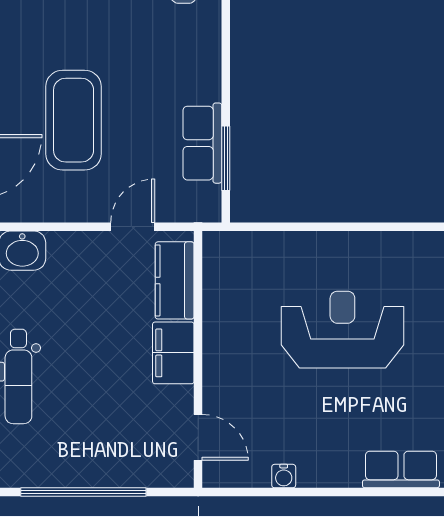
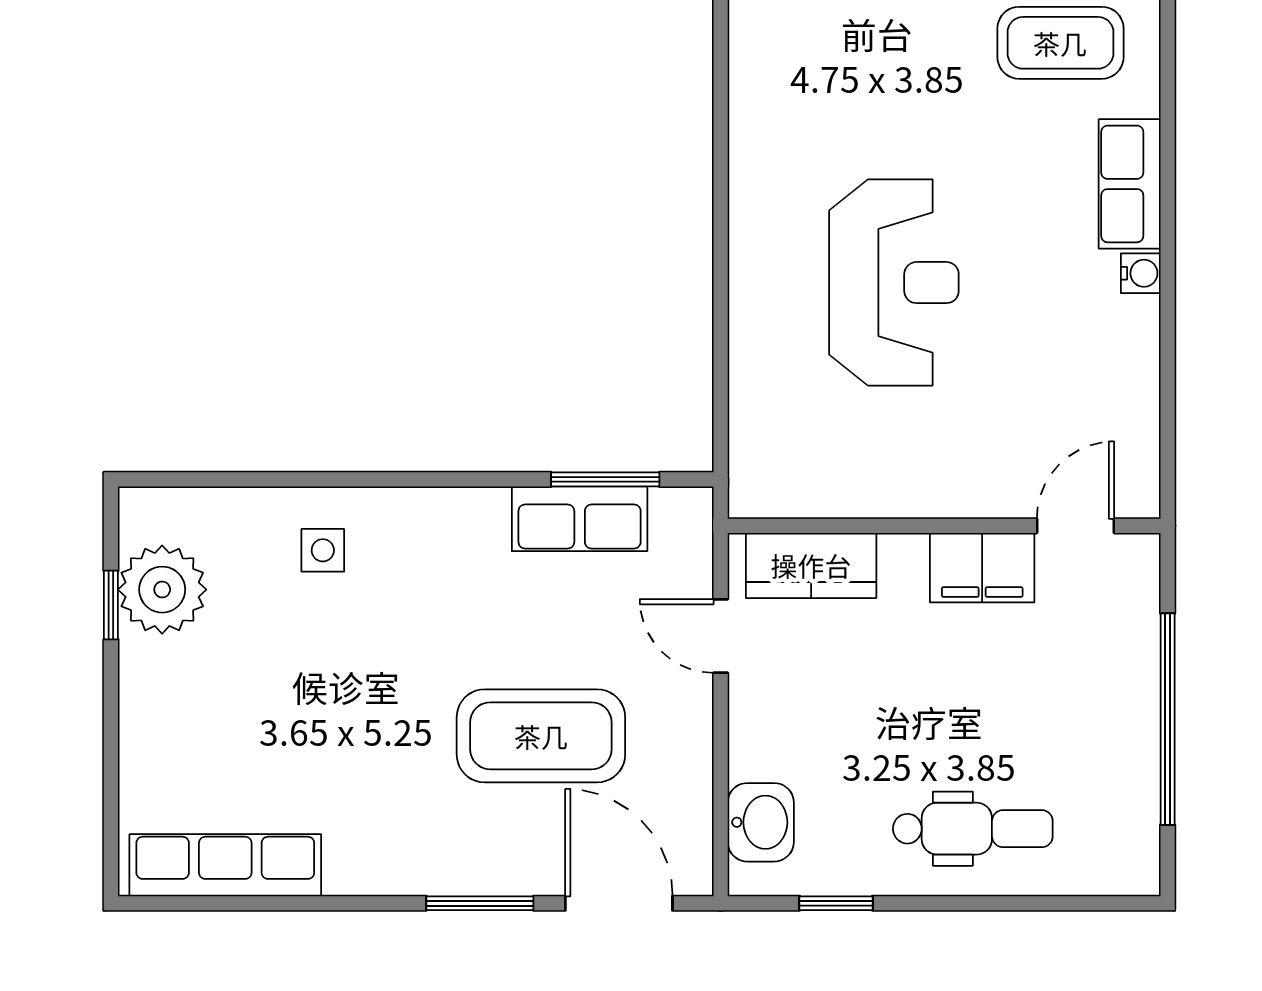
reception desk: (342, 330) -> (894, 283), turned 180
filing cabinet: (173, 353) -> (982, 568), moved
water cooler: (284, 476) -> (1141, 273), moved

